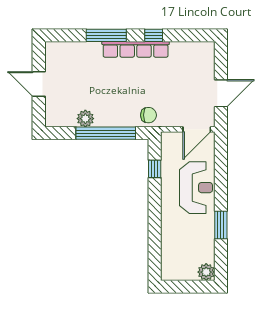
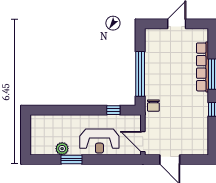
row of seats: (136, 49) -> (203, 67), moved
plant: (85, 119) -> (151, 59), removed
plant: (206, 272) -> (62, 149), moved

